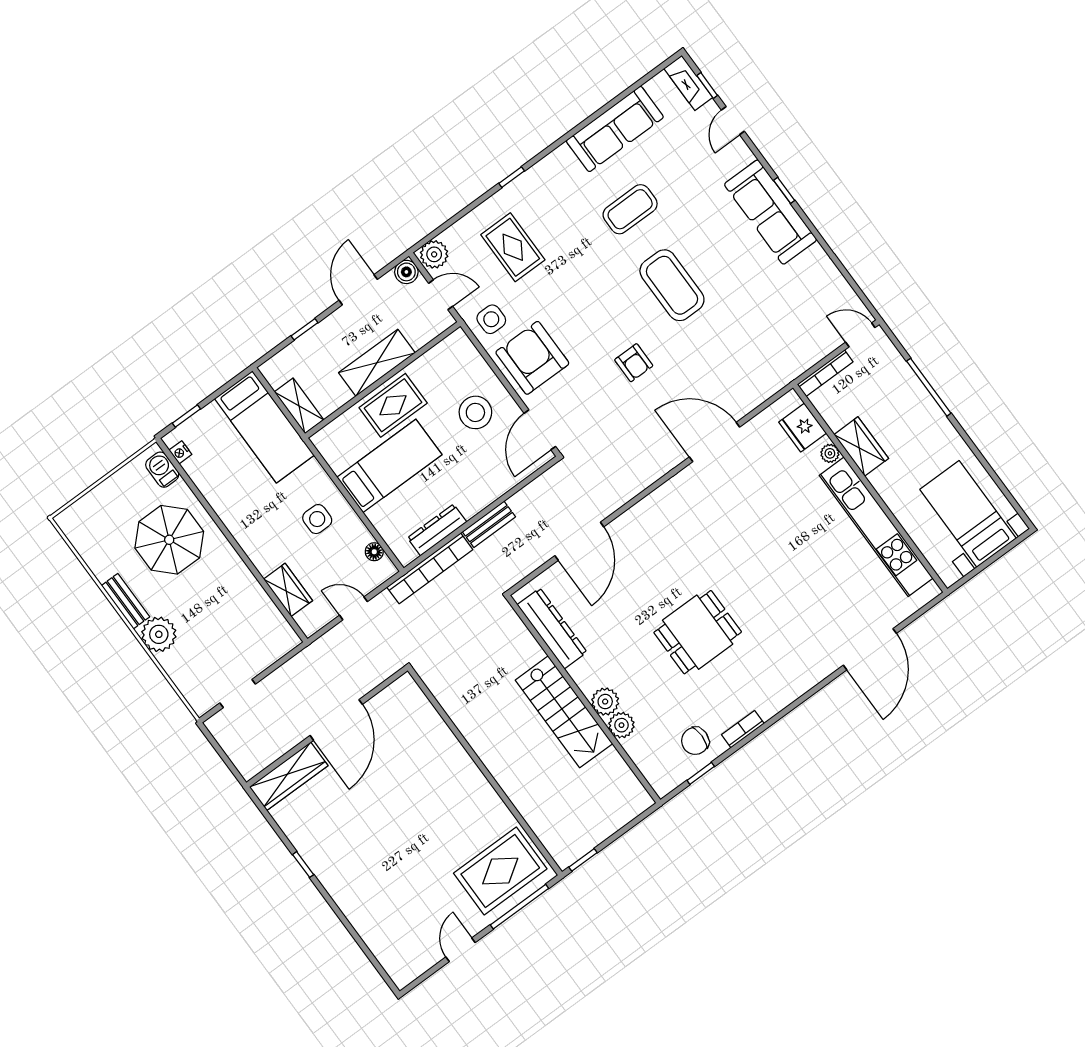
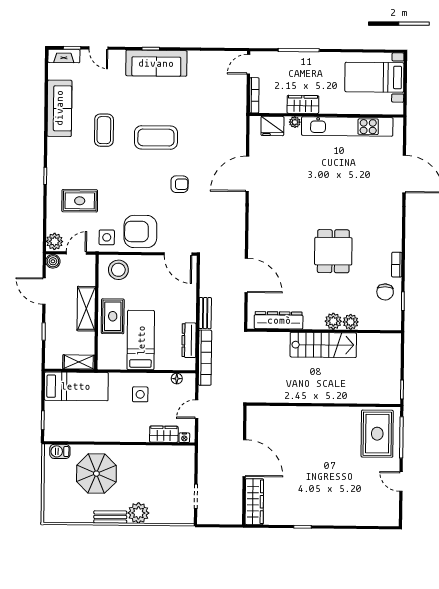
stool: (475, 412) -> (118, 270), moved
nightstand: (180, 452) -> (184, 438), moved

